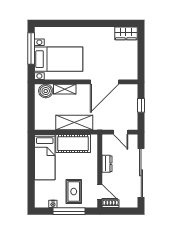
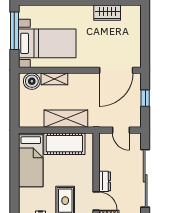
wardrobe: (126, 33) -> (107, 13), moved
door: (104, 82) -> (116, 70), moved
dresser: (107, 164) -> (105, 181), moved

